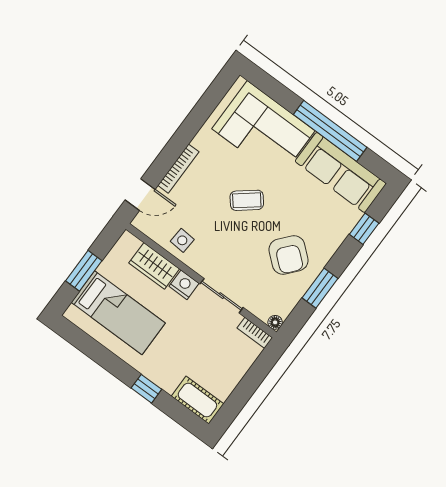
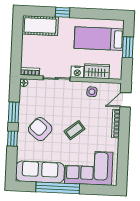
window: (364, 229) -> (12, 139), moved
armchair: (289, 255) -> (40, 129), moved
cot: (197, 400) -> (40, 26), width x1.37, depth x1.34

